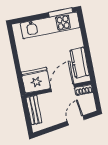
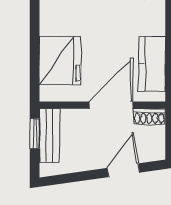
fridge: (36, 80) -> (60, 61), moved, turned 90
window: (26, 111) -> (35, 134), added

